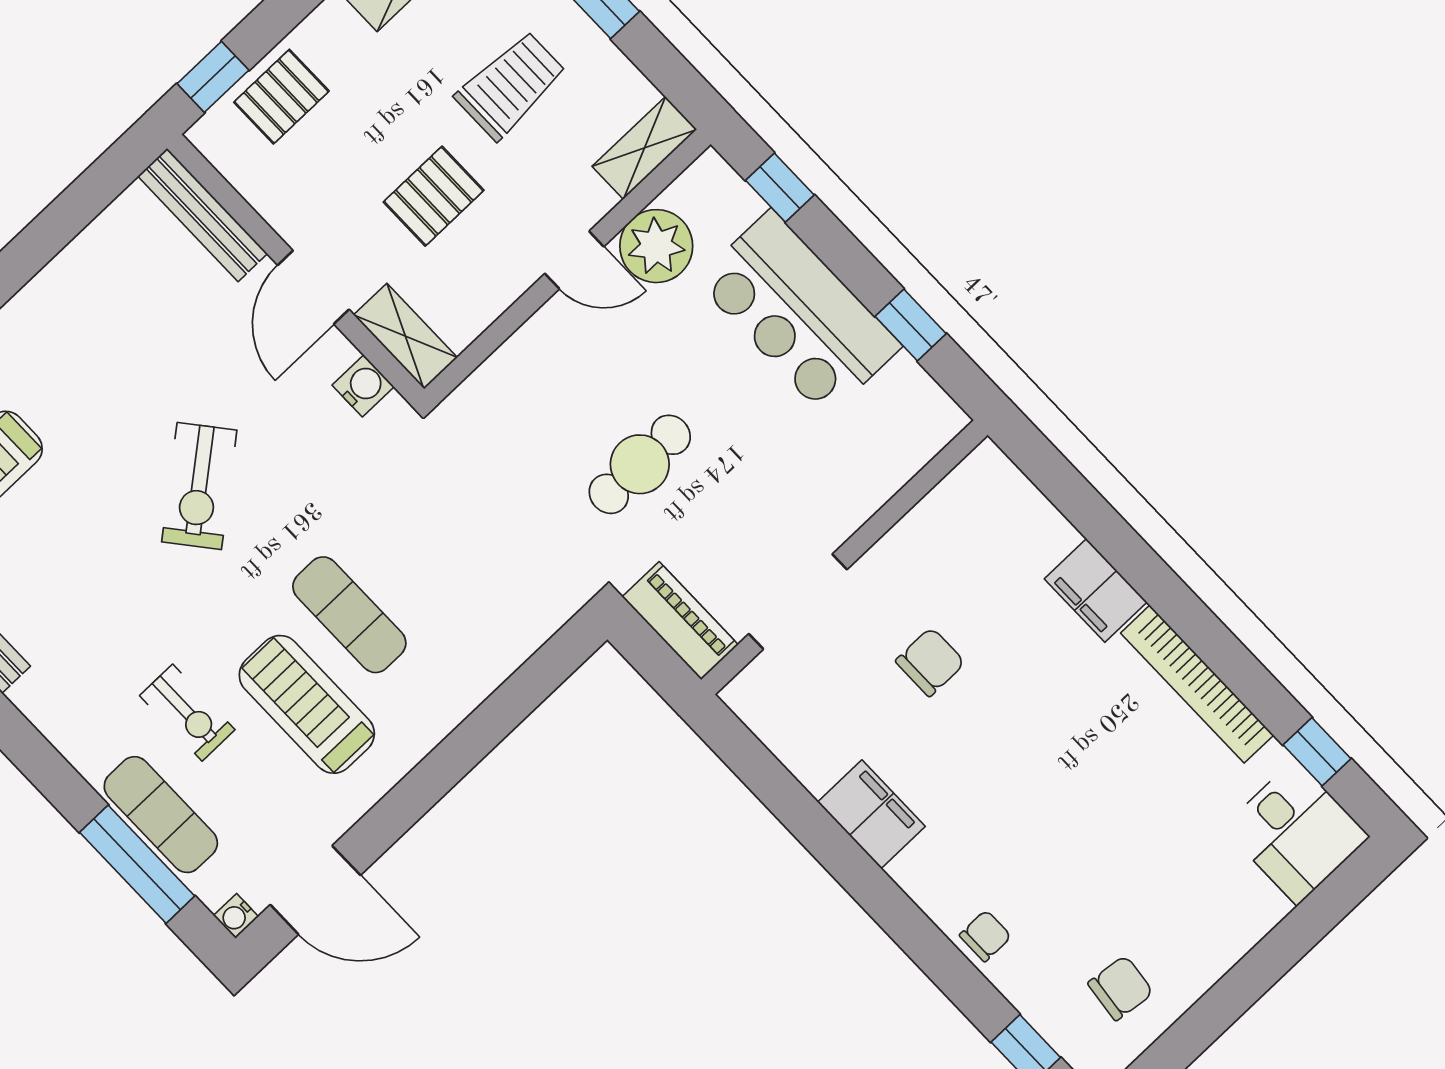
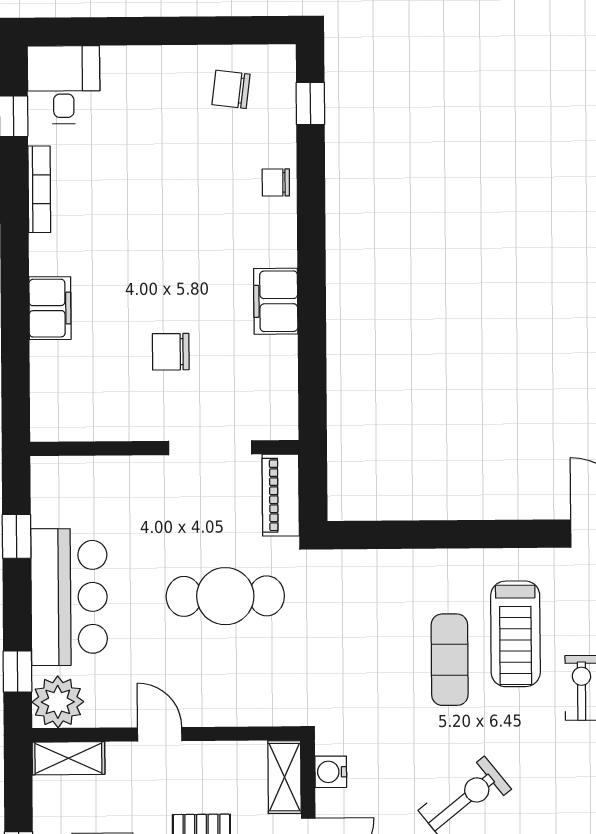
plant: (656, 246) -> (58, 702), moved
cafe table: (640, 464) -> (225, 596), width x1.37, depth x1.35
bookcase: (1197, 684) -> (39, 189), width x0.68, depth x0.76

